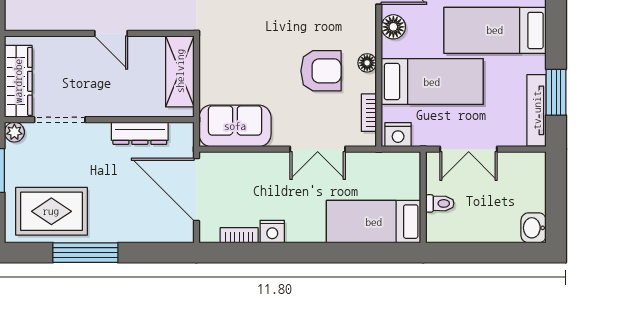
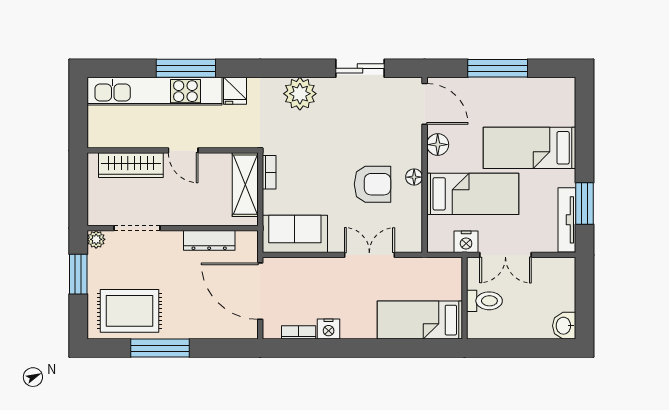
wardrobe: (18, 81) -> (131, 165), moved, turned 90
bookcase: (369, 113) -> (269, 172), moved, turned 180
nightstand: (398, 135) -> (466, 242), moved
double door: (318, 149) -> (369, 255), swing flipped
toilet: (440, 203) -> (484, 301), width x1.37, depth x1.39

